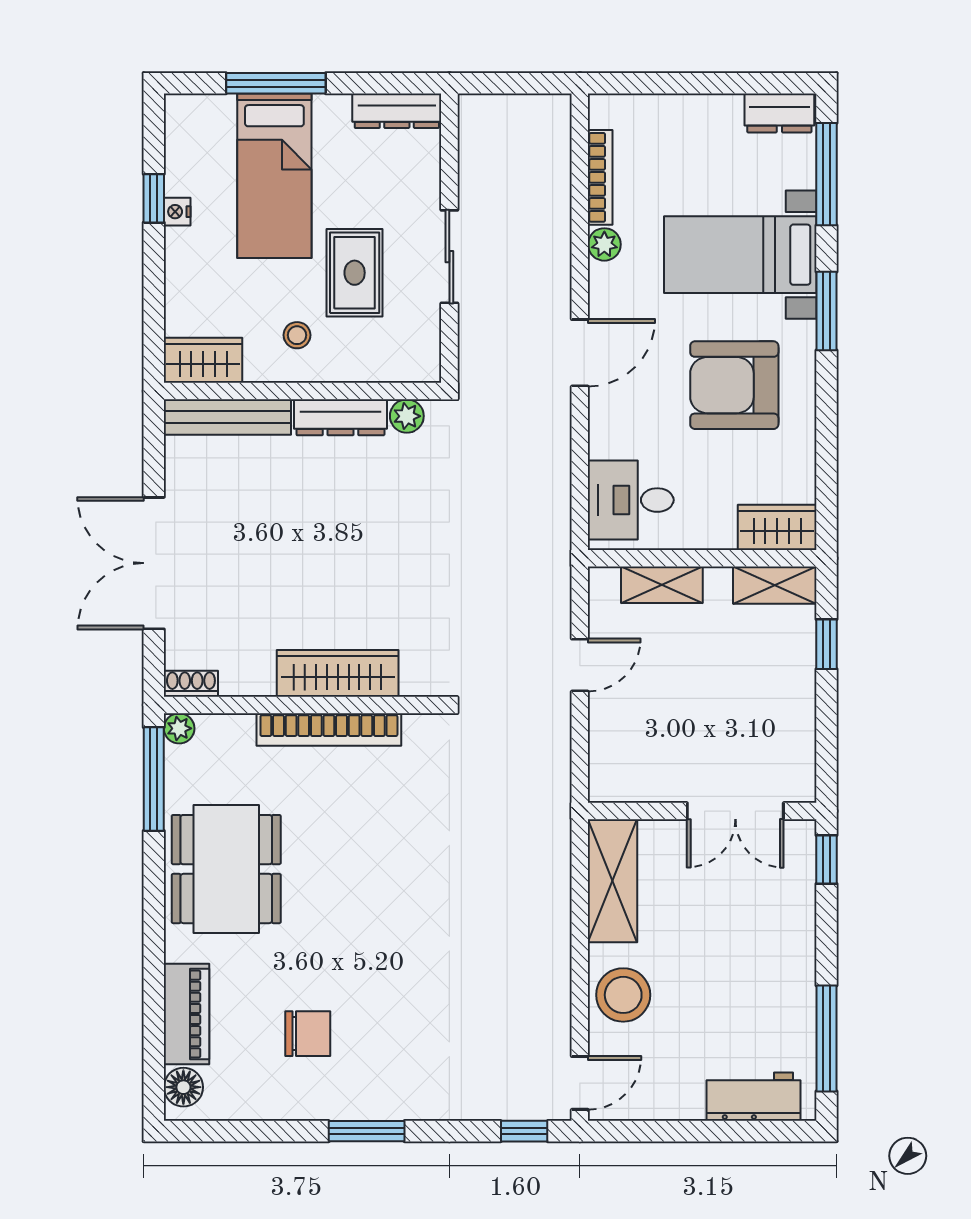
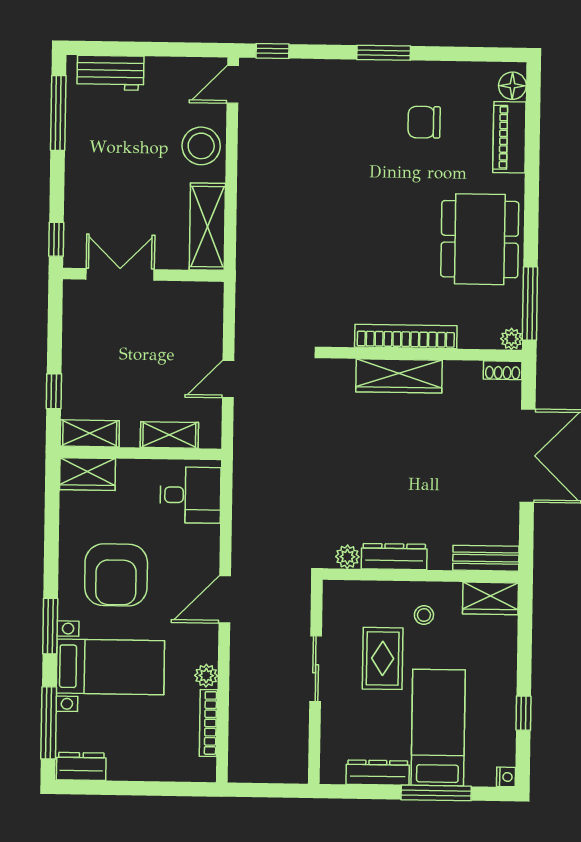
dresser: (397, 111) -> (378, 773), moved
nightstand: (177, 212) -> (506, 777), moved
armchair: (734, 385) -> (116, 575), turned 90
bench: (227, 417) -> (486, 558), width x0.73

